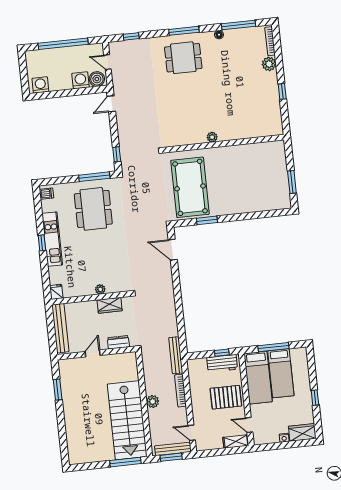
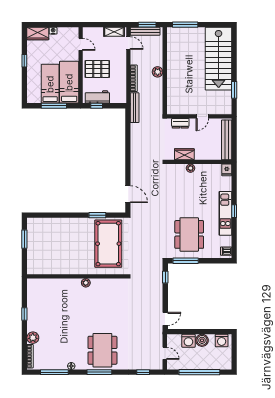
dining table: (183, 58) -> (102, 350), width x1.37
boiler: (97, 79) -> (202, 340), moved
stairs: (127, 420) -> (219, 59), moved, turned 180
shelving: (236, 442) -> (114, 32), moved

